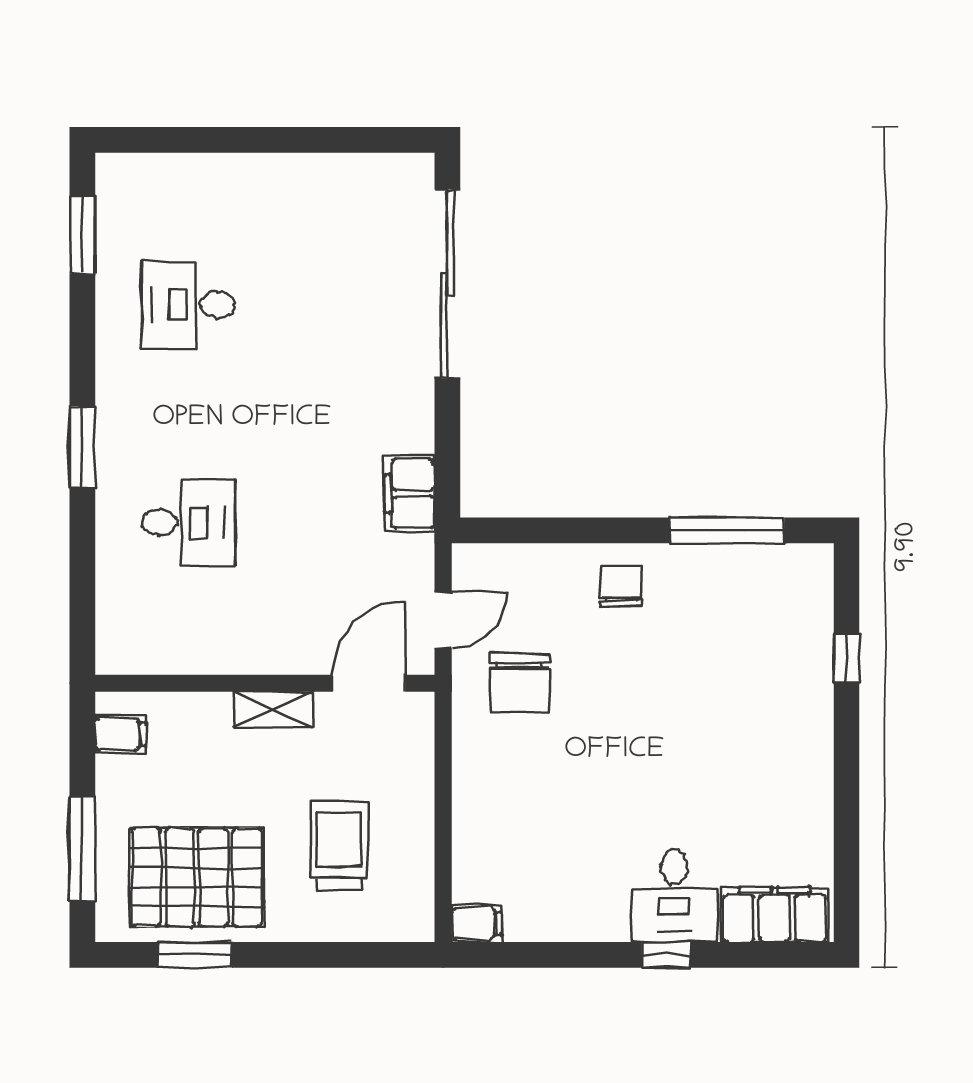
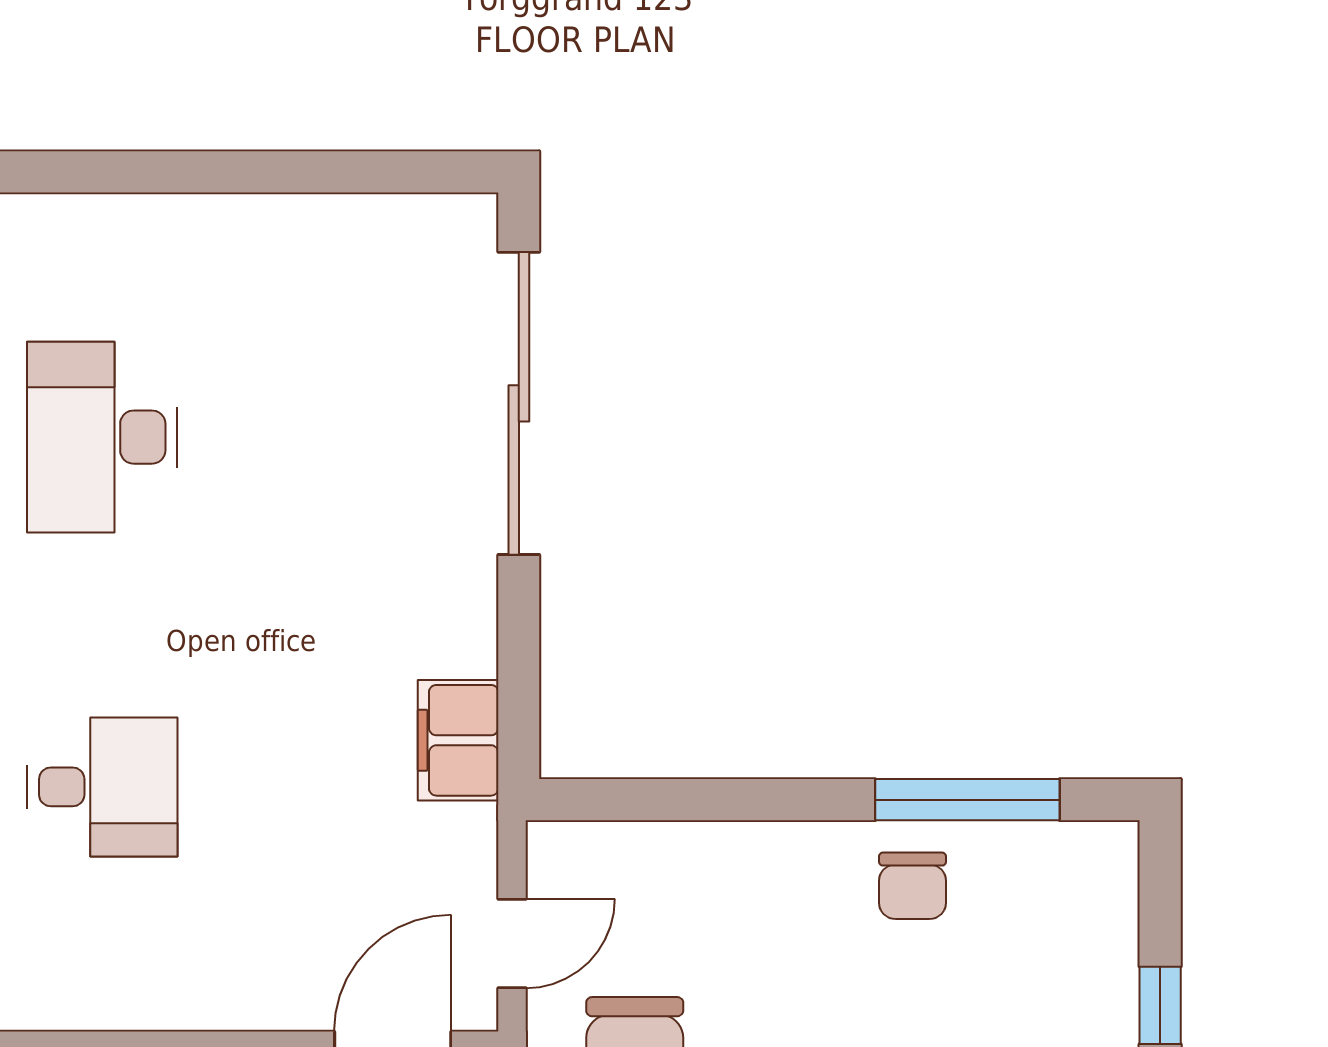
desk: (188, 305) -> (102, 437), width x1.37
chair: (621, 587) -> (913, 886), moved, turned 180

